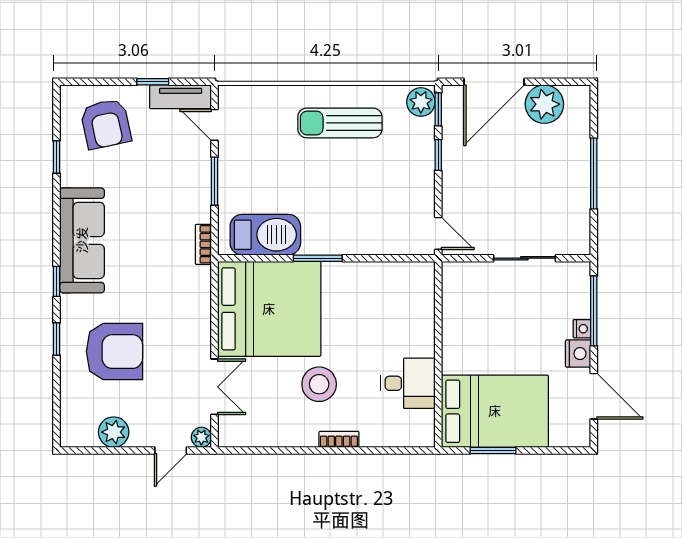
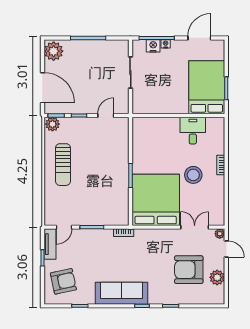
plant: (544, 104) -> (54, 51), moved
door: (438, 233) -> (106, 115), moved
barbecue: (265, 235) -> (119, 202), removed
armchair: (114, 352) -> (189, 270), moved, turned -90
nightstand: (578, 354) -> (153, 46), moved

